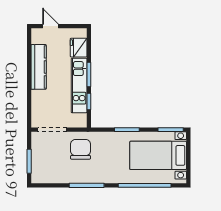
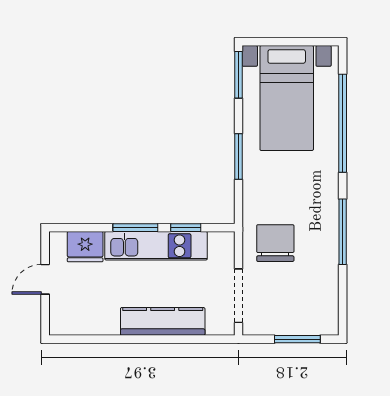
door: (50, 26) -> (45, 279), moved
kitchen counter: (39, 67) -> (163, 321), moved
chair: (81, 149) -> (275, 243), turned 90

